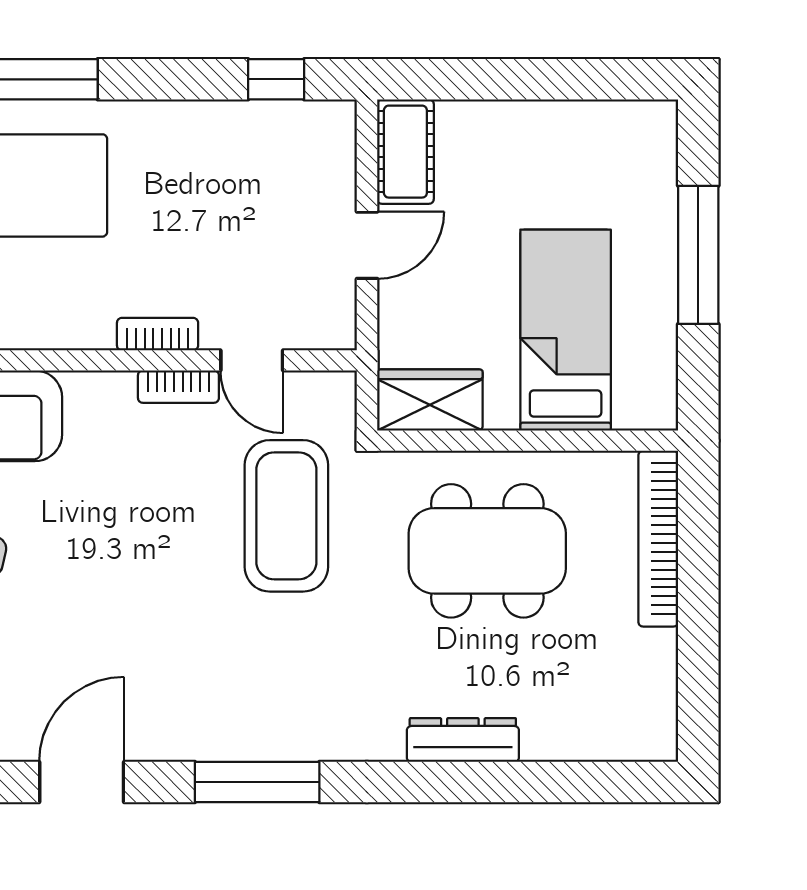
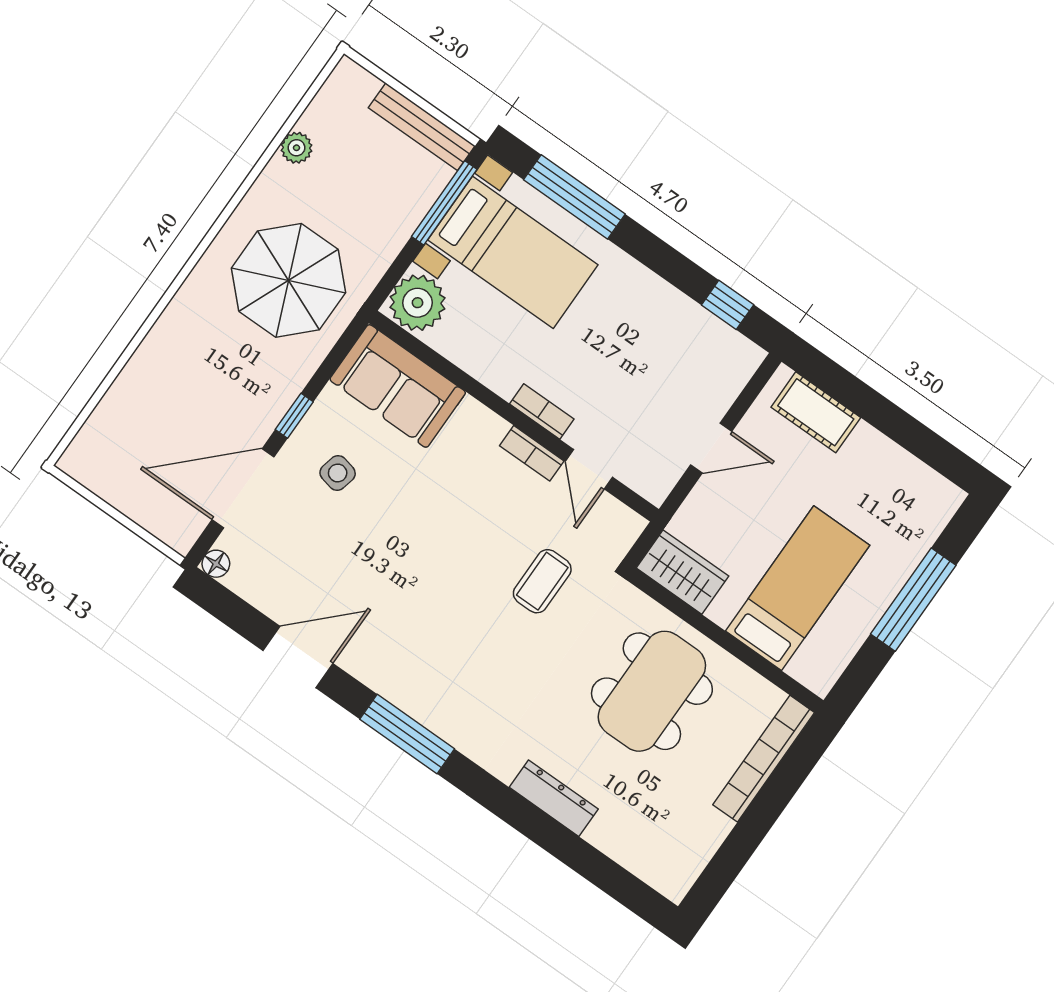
cot: (405, 152) -> (816, 412), moved, turned 90
coffee table: (286, 516) -> (542, 581), width x0.54, depth x0.58
dining table: (487, 551) -> (652, 691), turned 90

